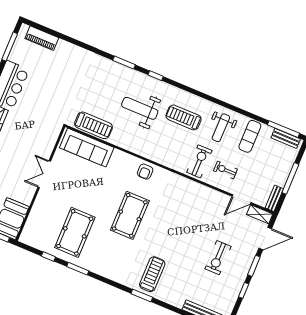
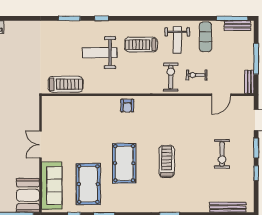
sofa: (87, 148) -> (52, 186), moved, turned -90
shelving: (260, 214) -> (242, 101), removed
pool table: (130, 215) -> (124, 163), moved
treadmill: (152, 274) -> (167, 161), moved

